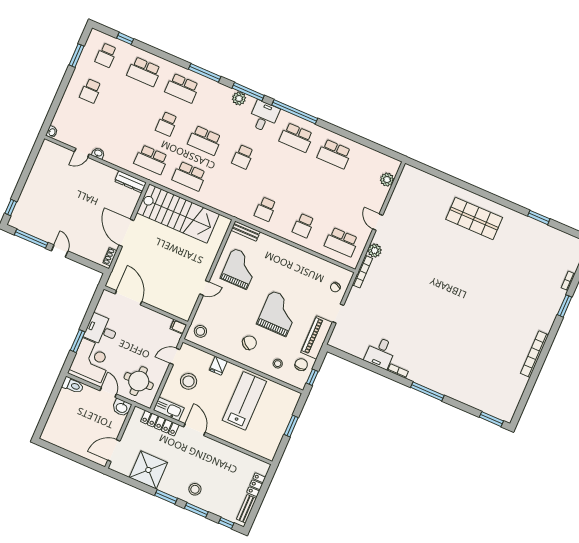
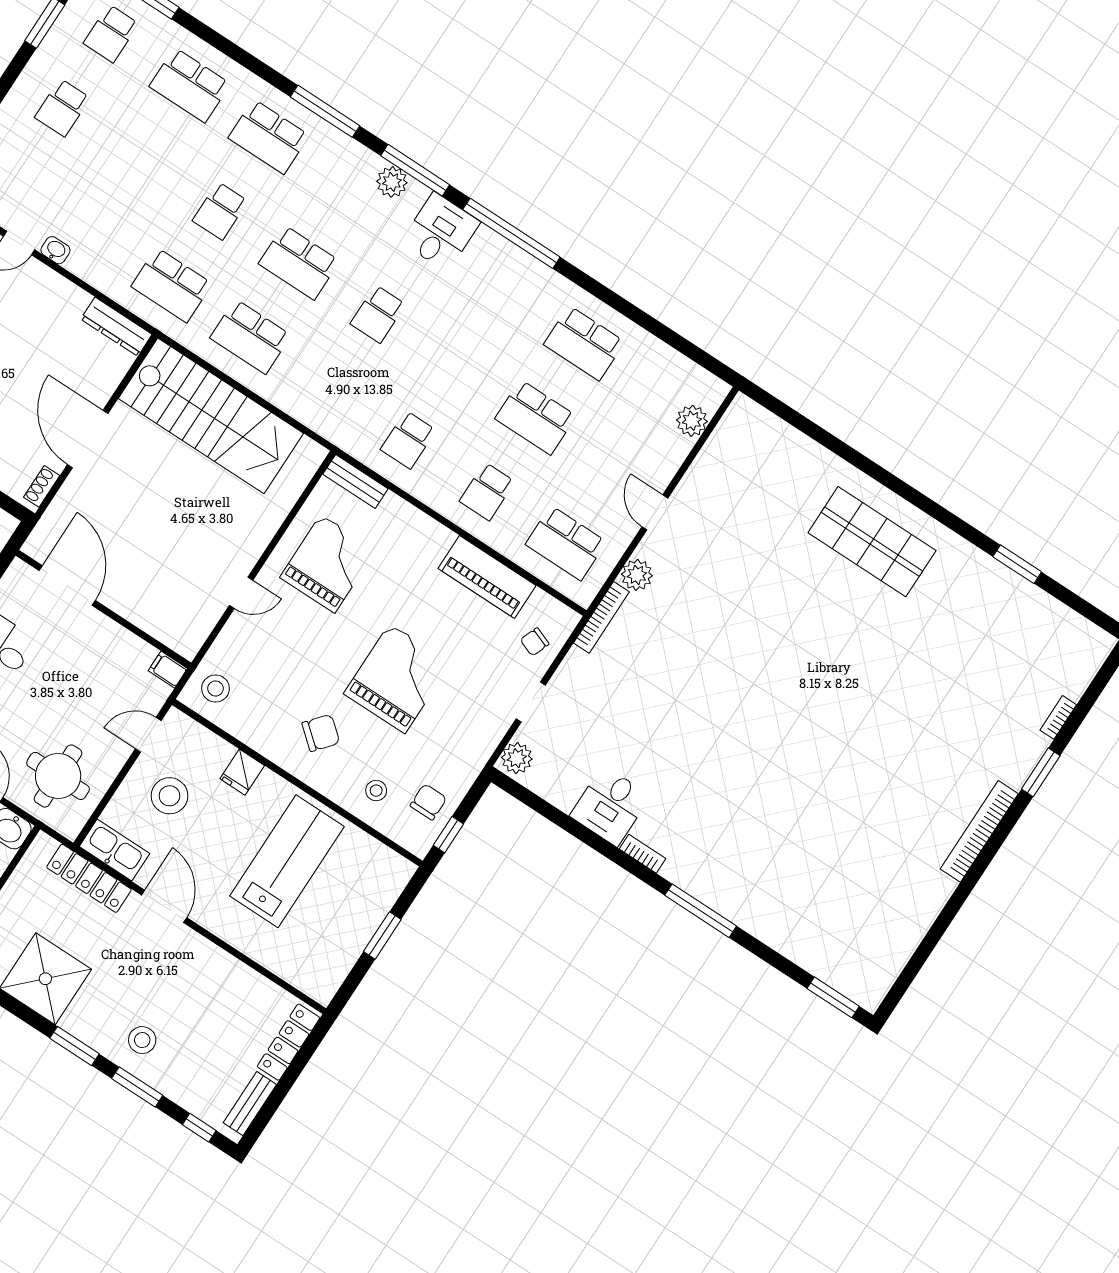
school desk: (296, 137) -> (536, 417), moved
piano: (317, 337) -> (487, 577), moved, turned -90
plant: (336, 339) -> (517, 758), added
bookcase: (535, 354) -> (979, 831), moved
locker: (256, 485) -> (288, 1042), width x1.53

